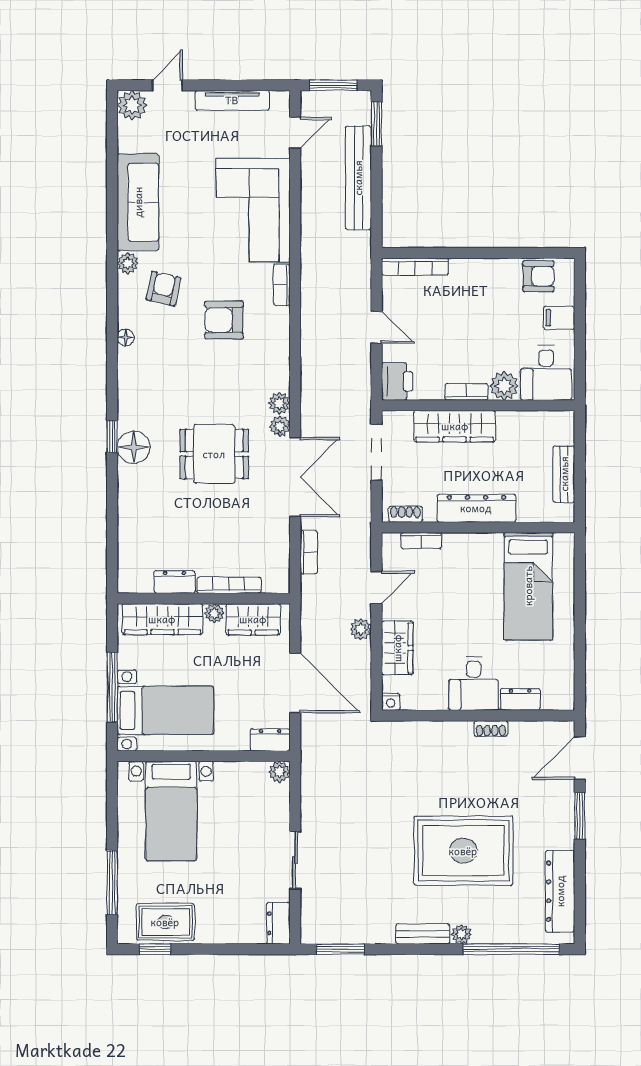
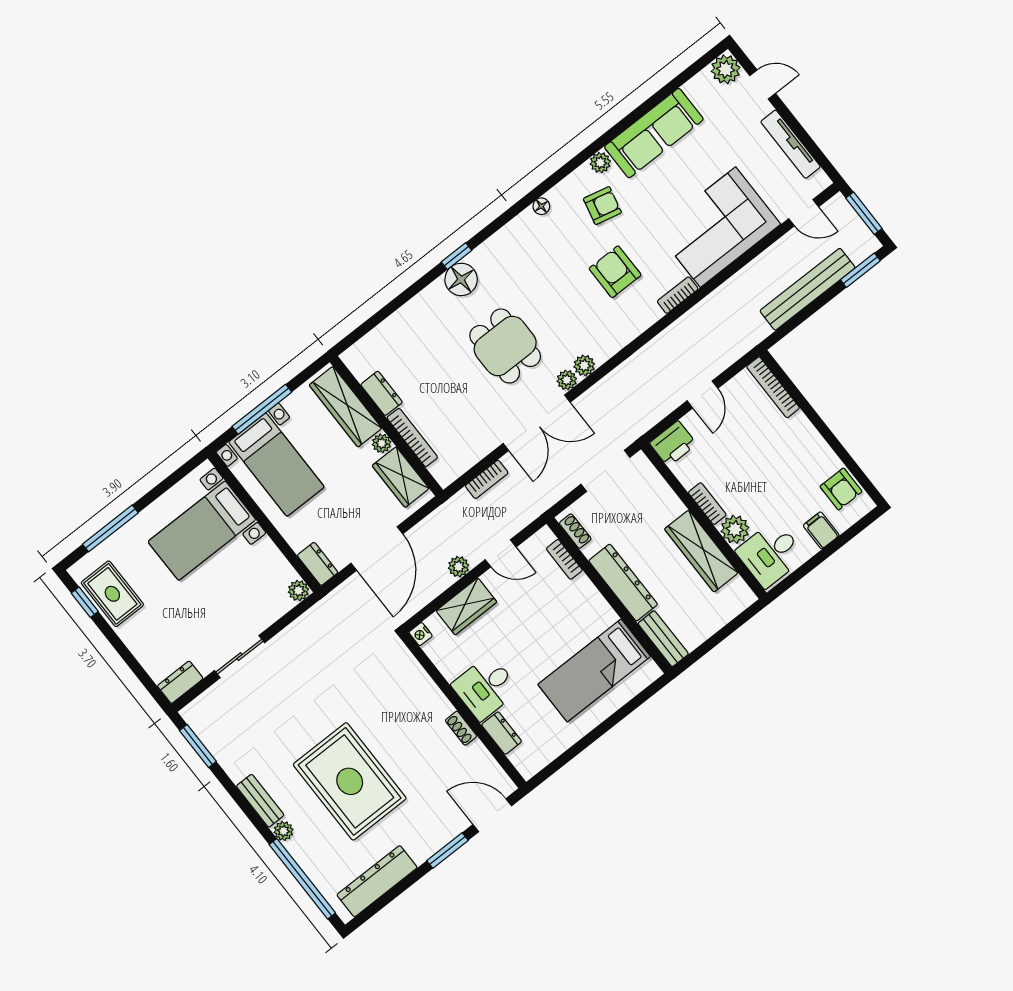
wardrobe: (455, 426) -> (701, 551), moved
bench: (564, 474) -> (663, 639), moved, turned 90

